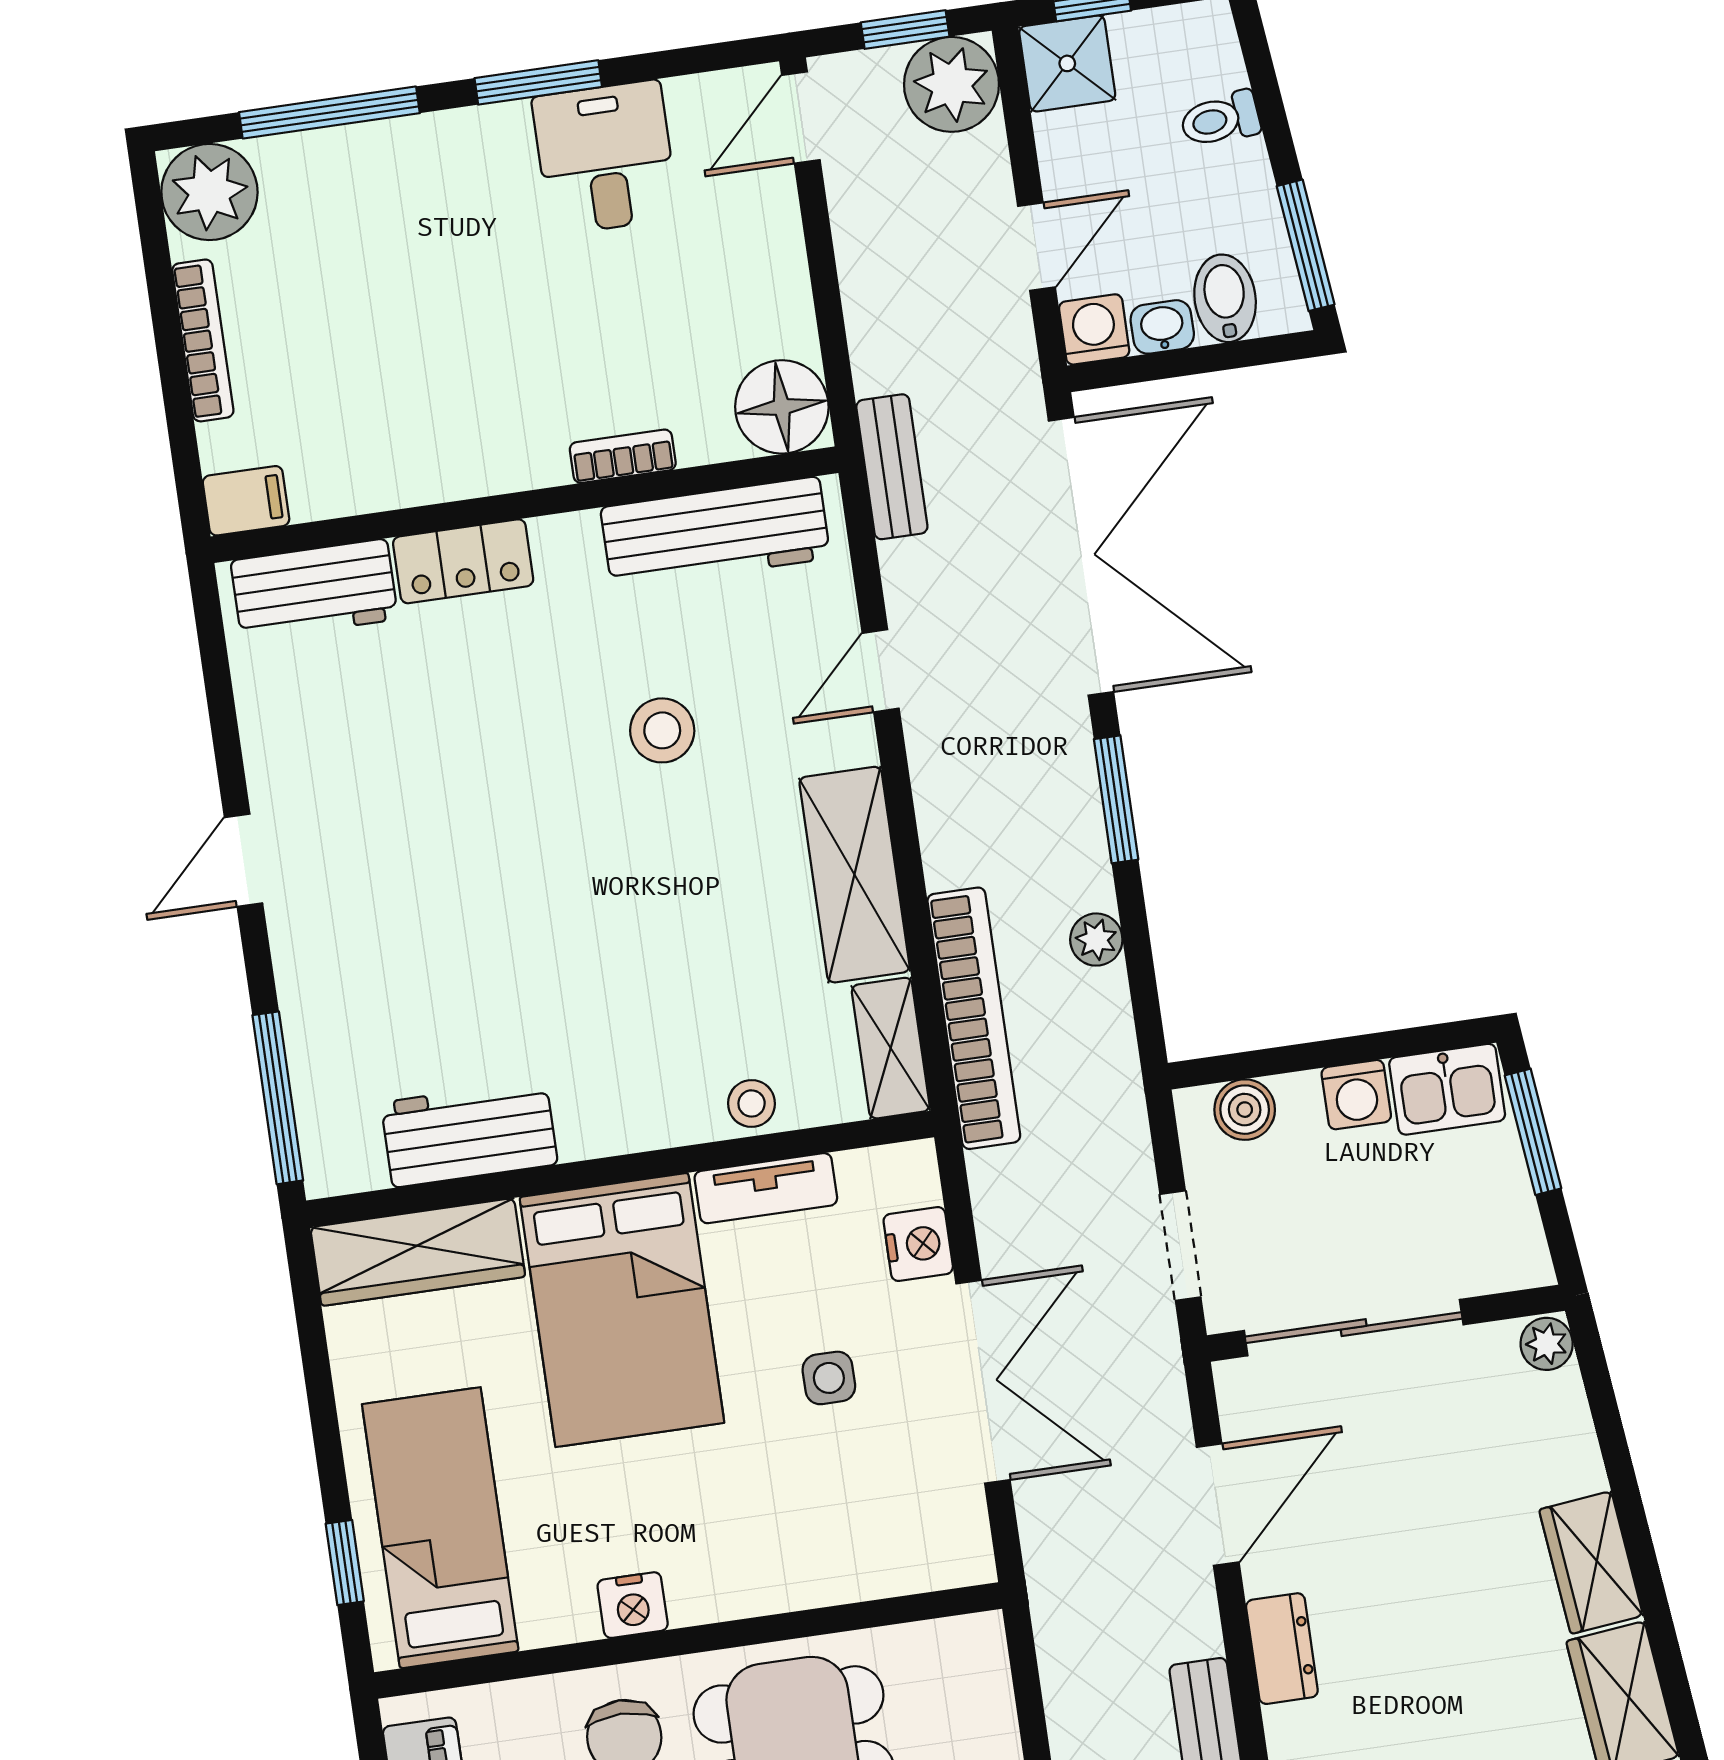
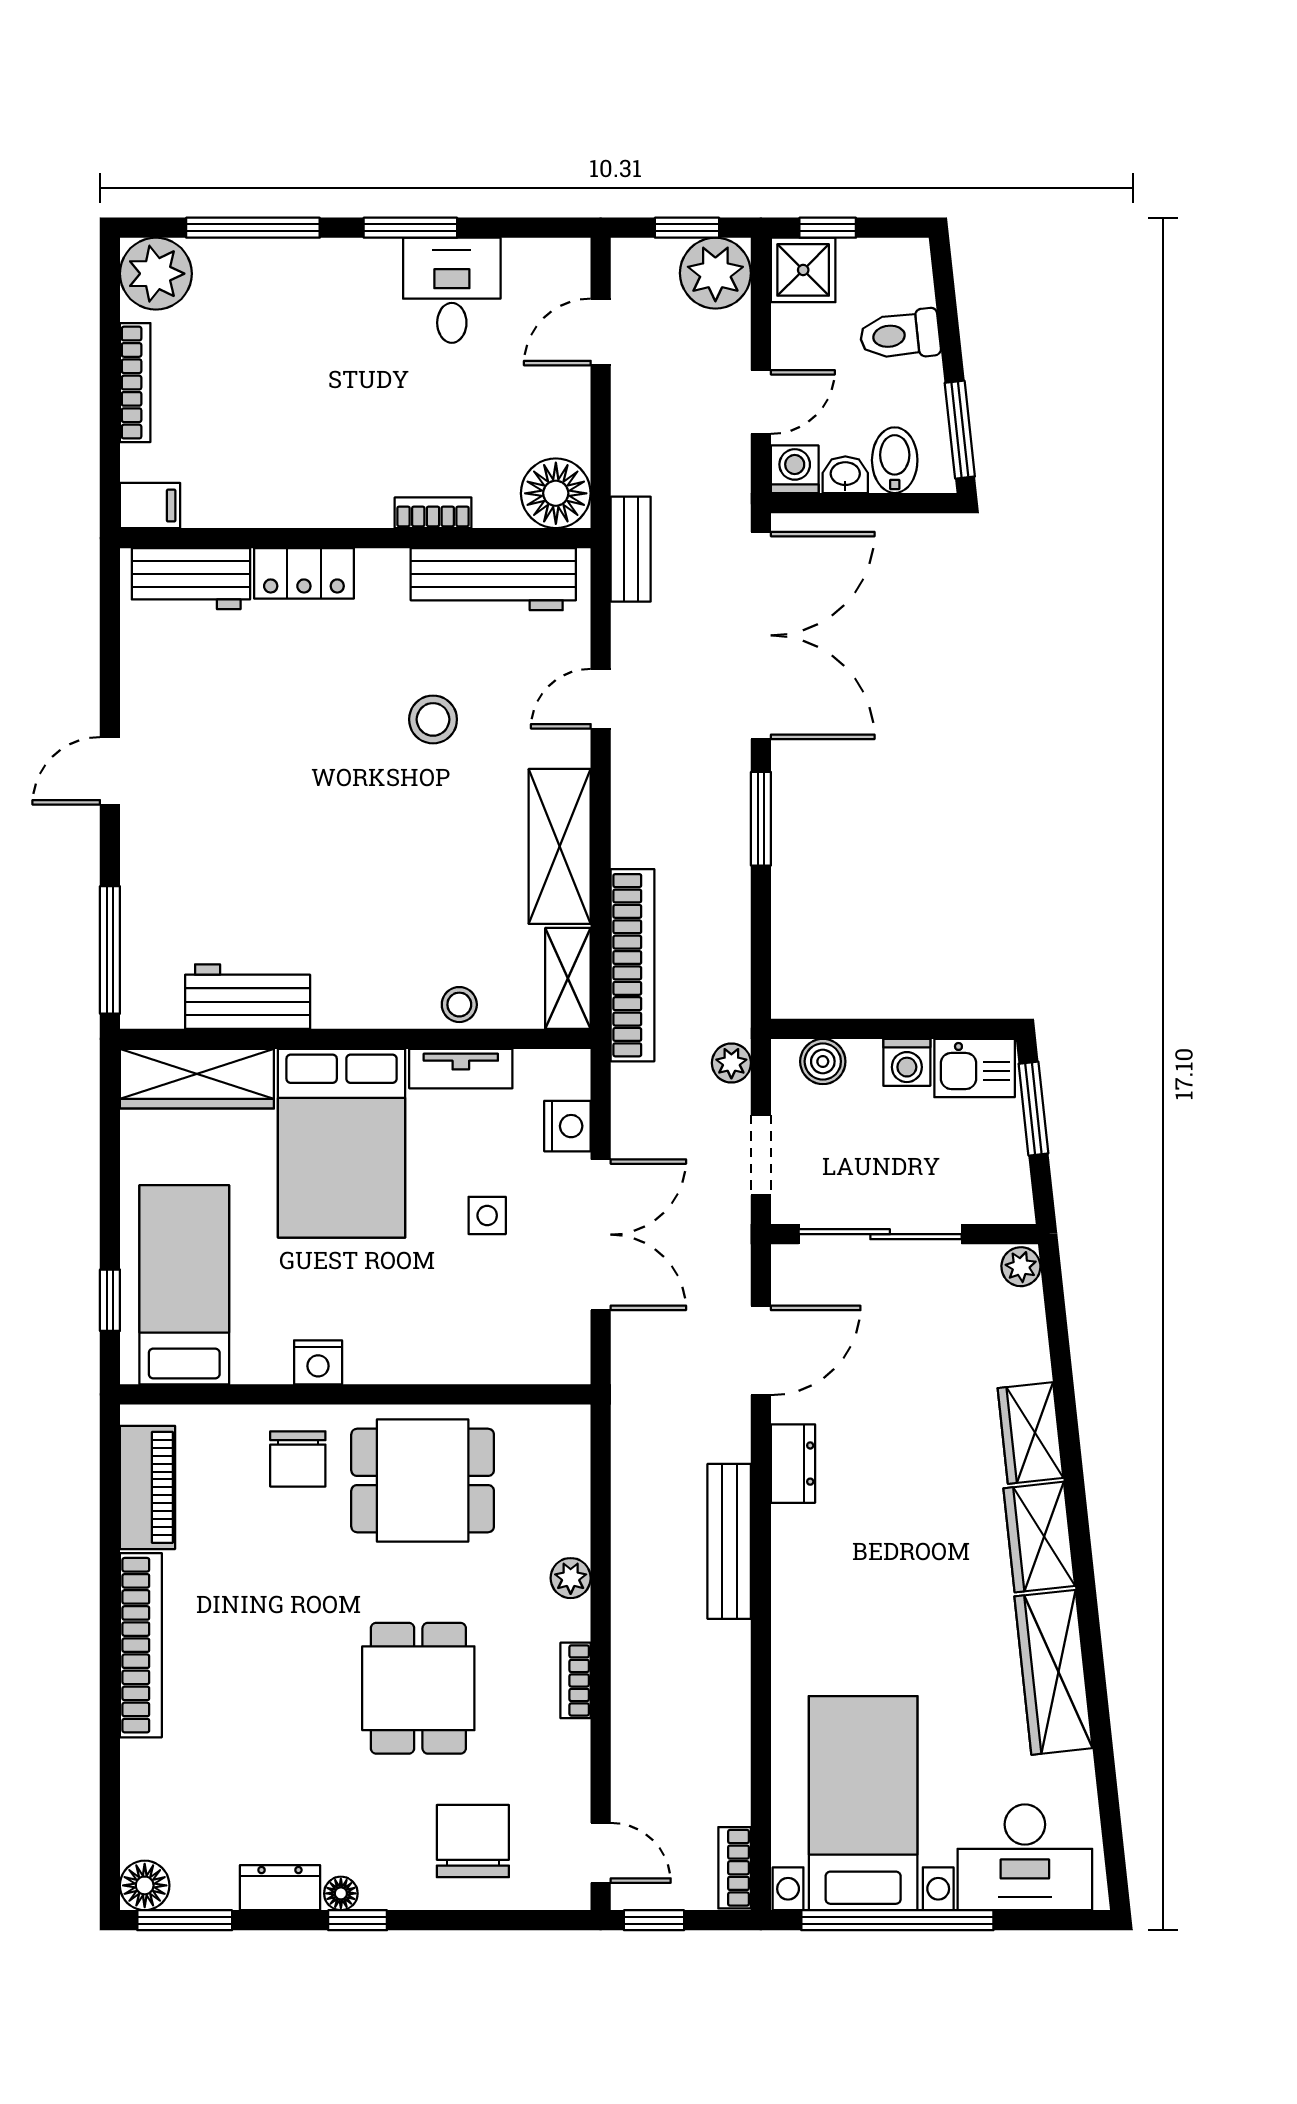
door: (801, 118) -> (601, 332), moved
toilet: (1220, 119) -> (900, 335), width x1.37, depth x1.39
plant: (1096, 940) -> (731, 1063), moved

